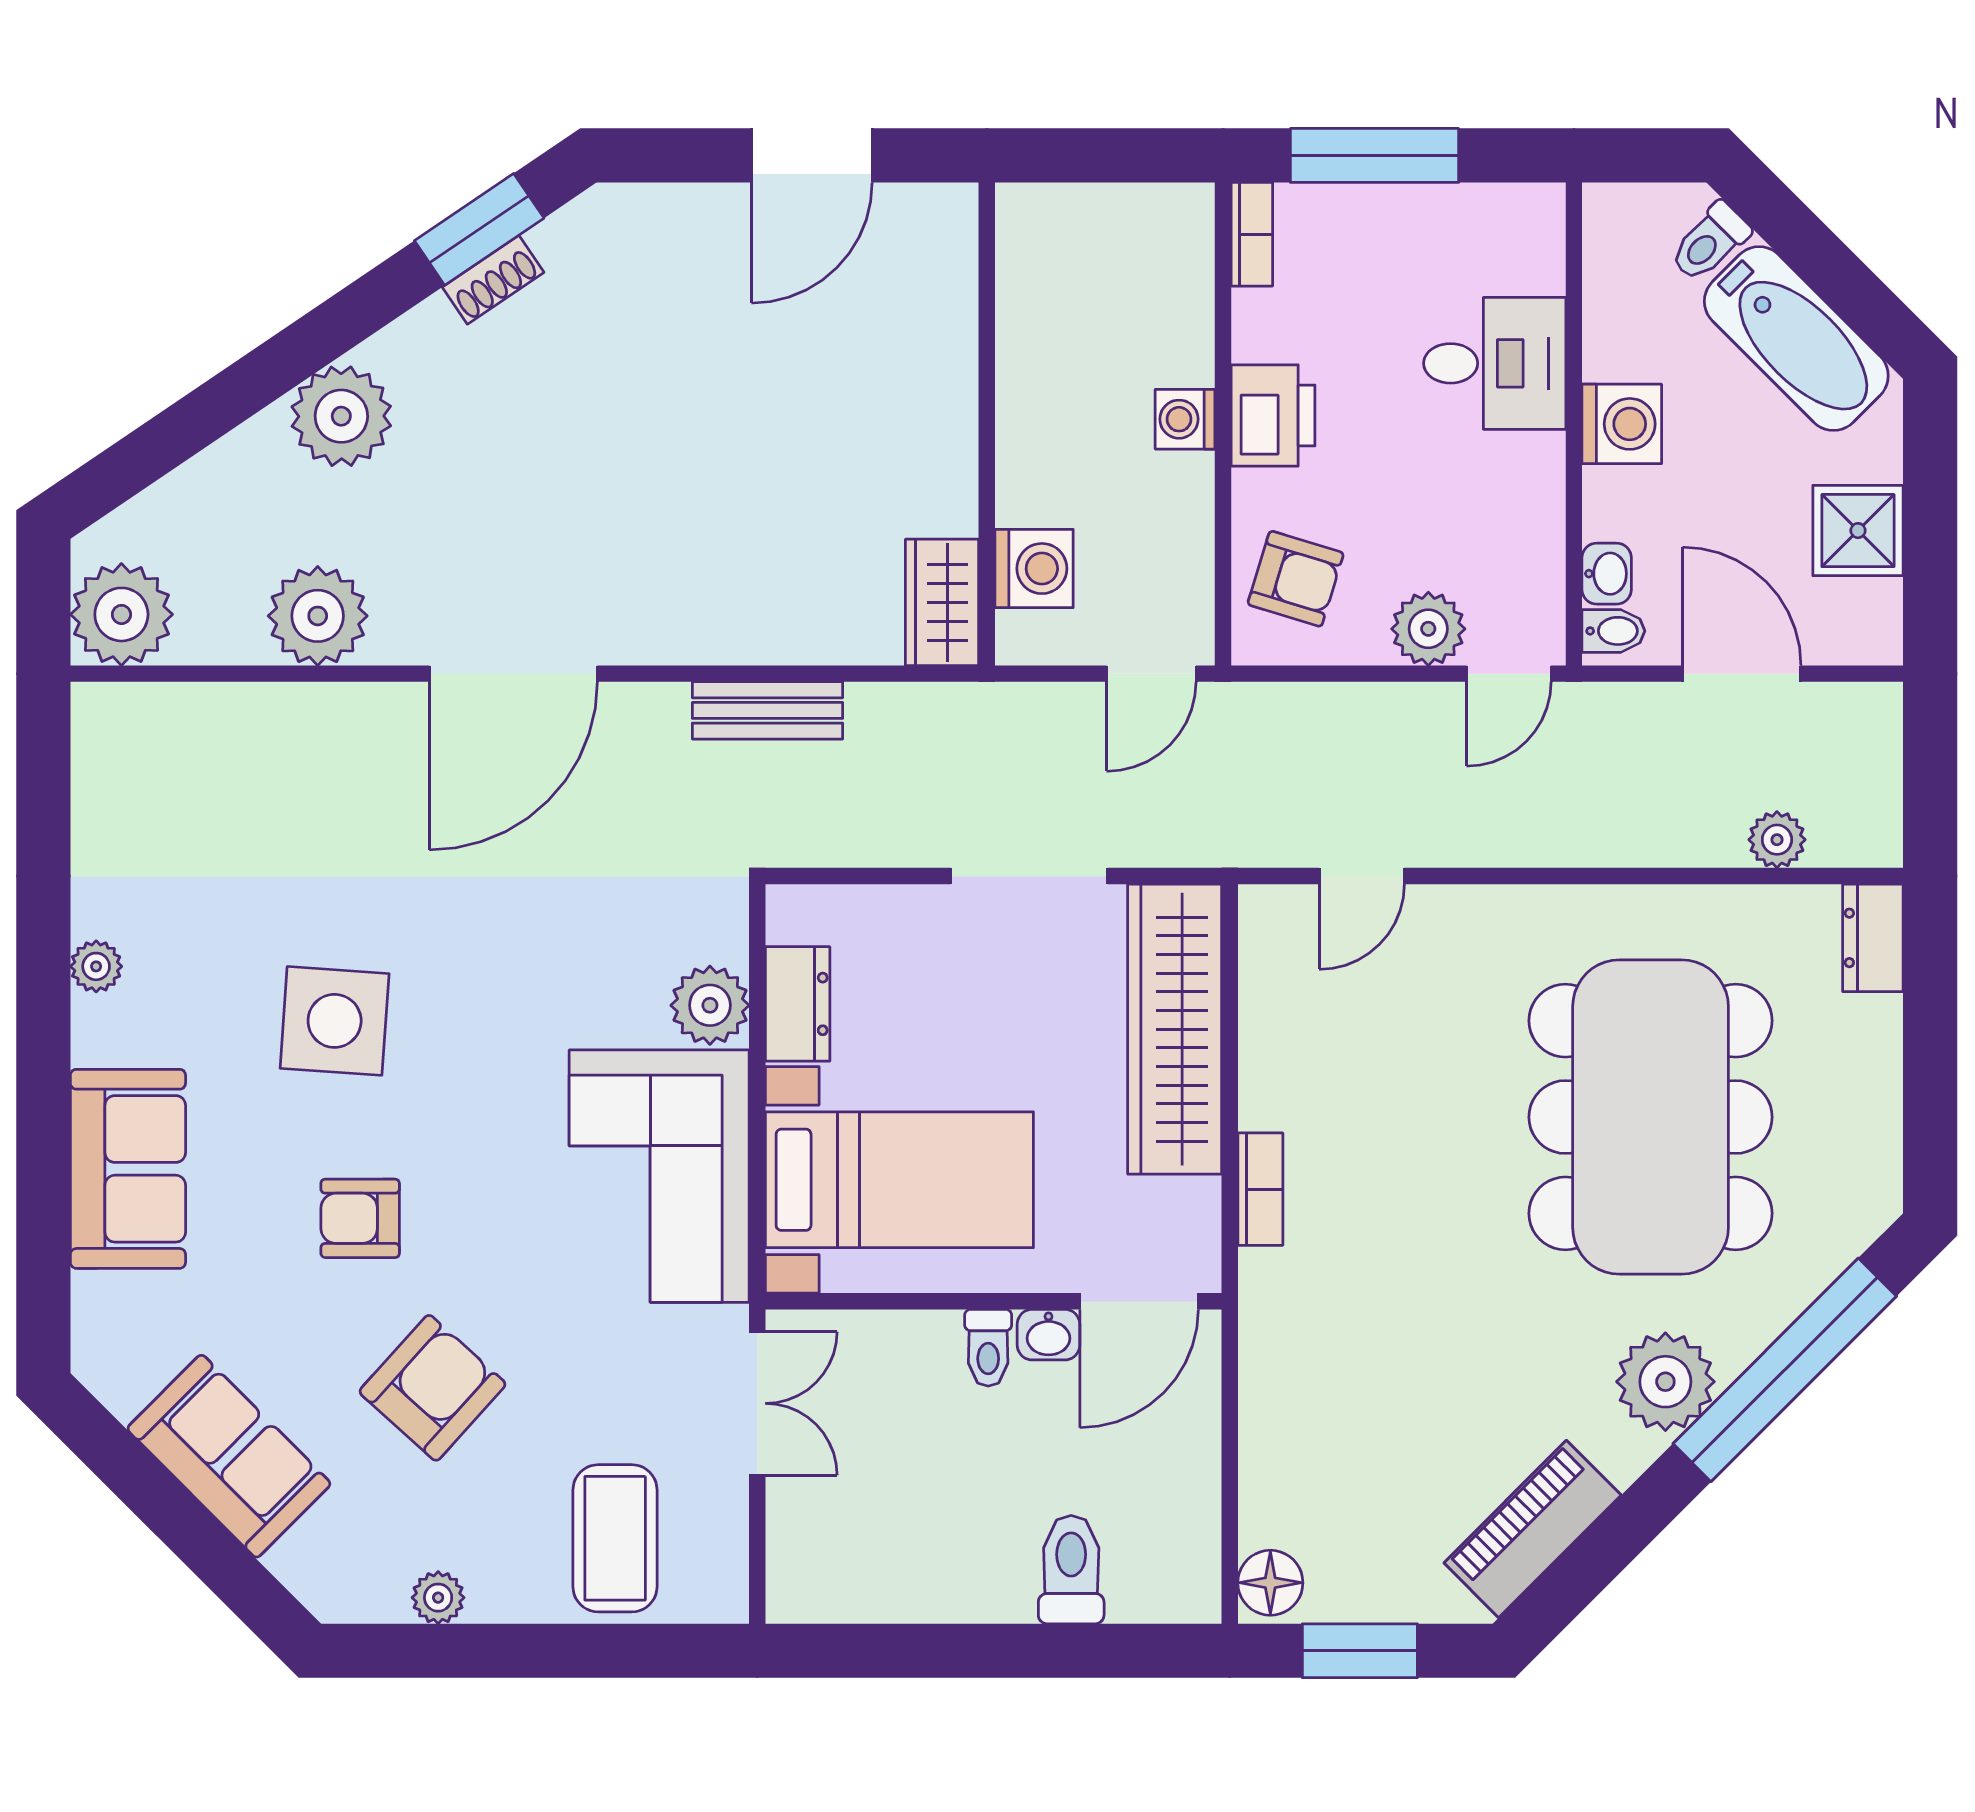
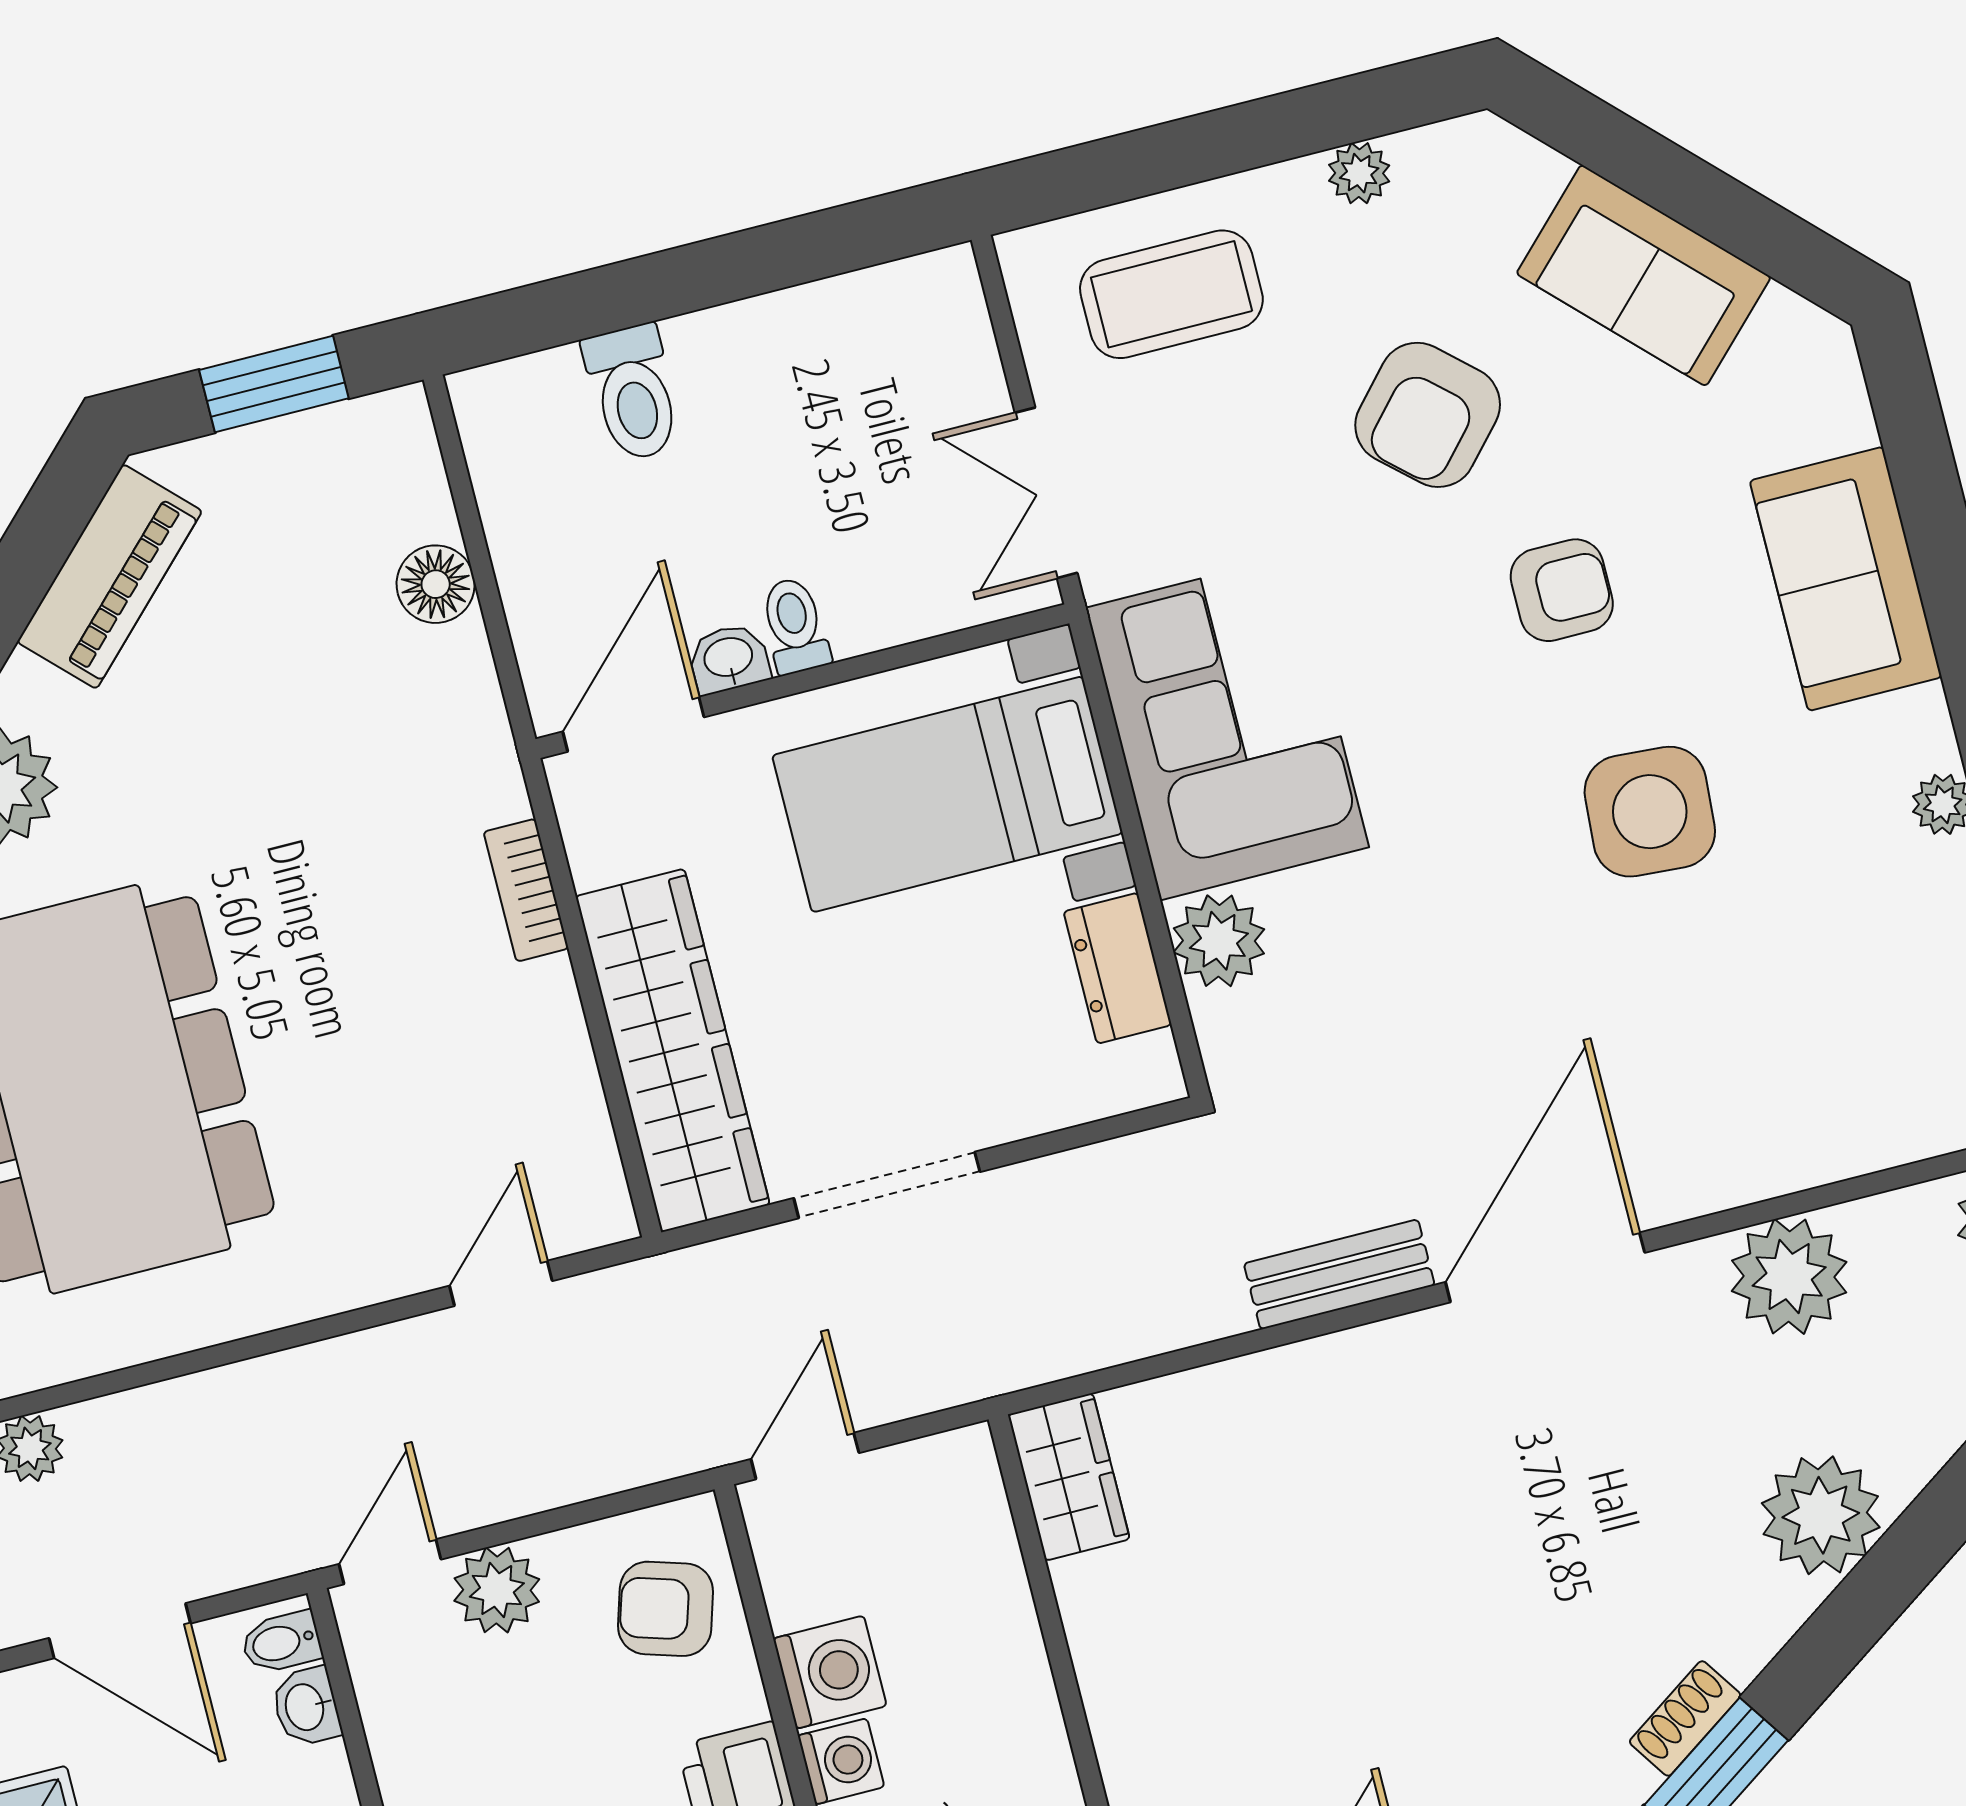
washing machine: (1034, 569) -> (830, 1672), moved, turned 180
bench: (767, 710) -> (1339, 1274), moved
coffee table: (615, 1538) -> (1171, 294), turned 90
floor lamp: (1270, 1583) -> (436, 584), moved

